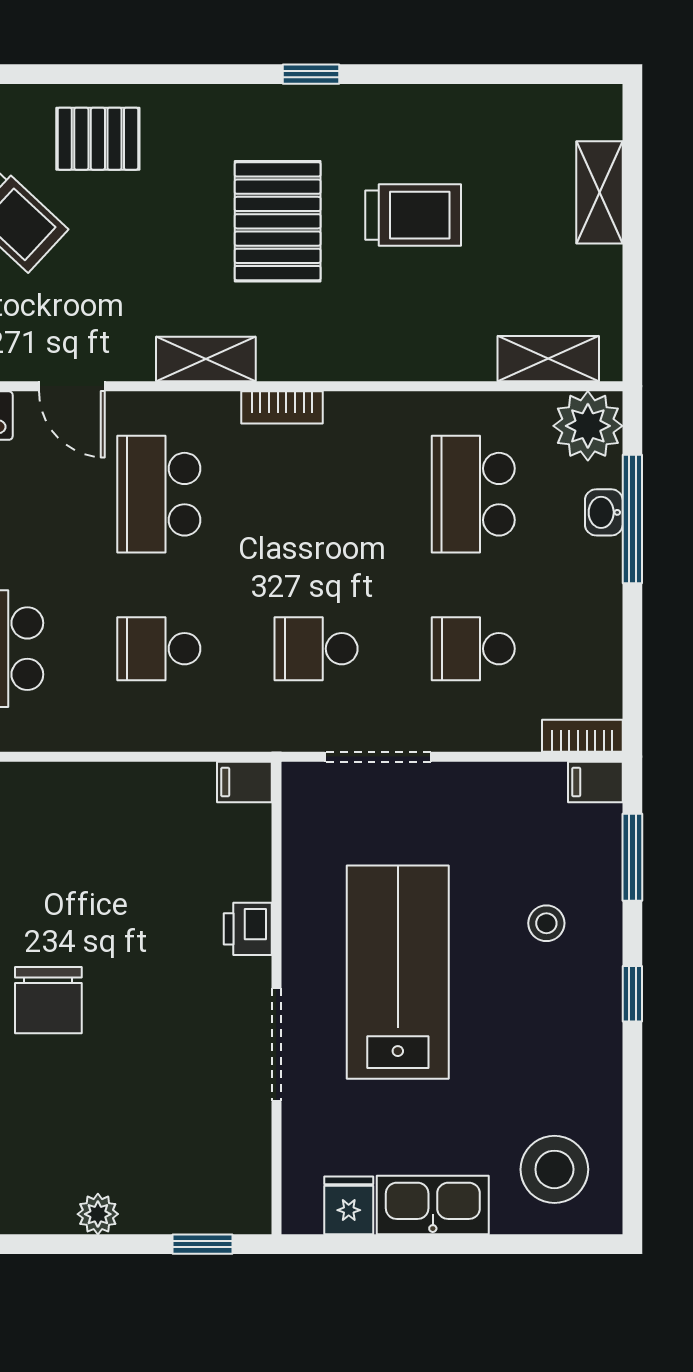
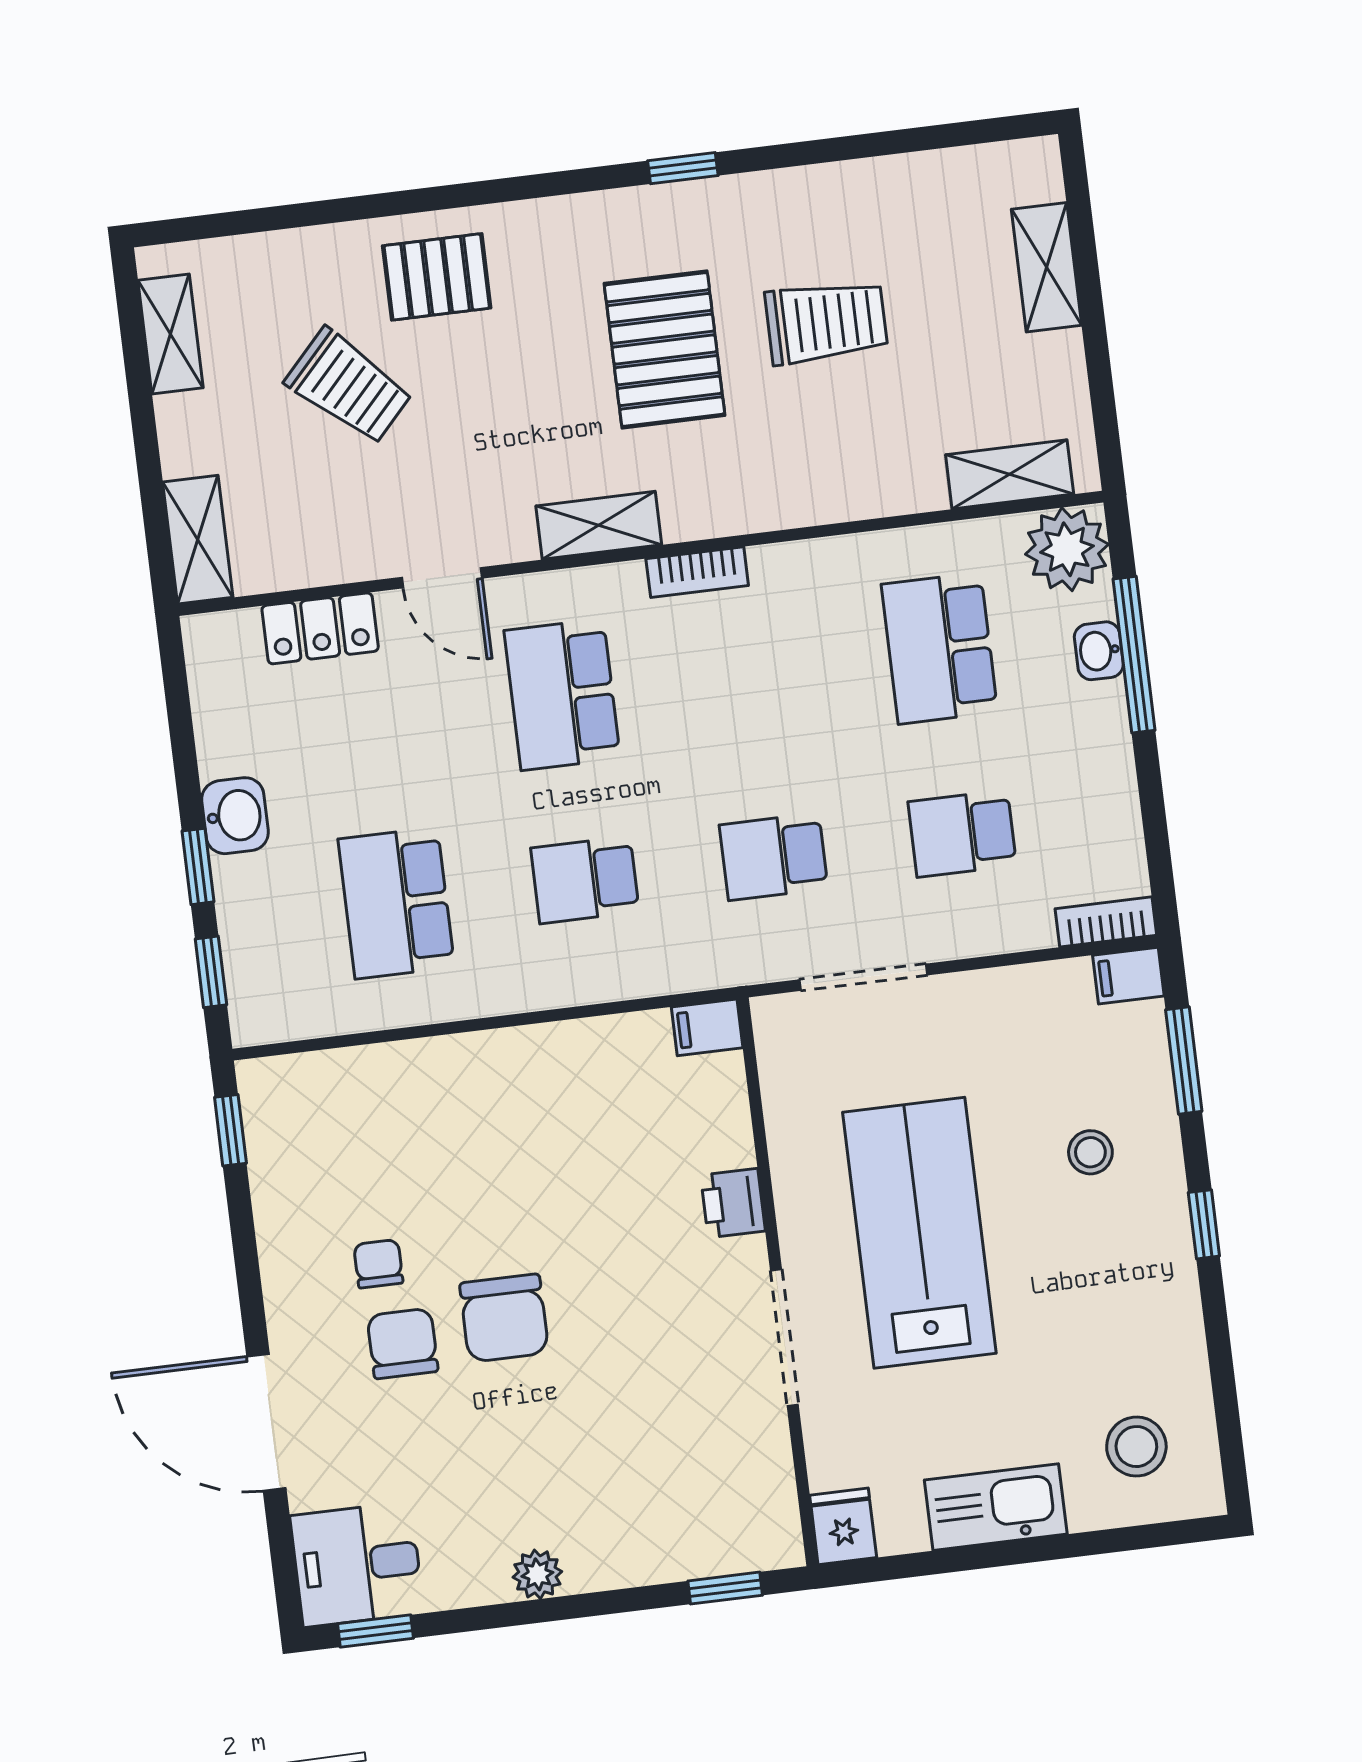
stool: (554, 1169) -> (1136, 1447), width x0.73, depth x0.73
fridge: (349, 1205) -> (843, 1526), moved
plant: (98, 1214) -> (537, 1574), moved

